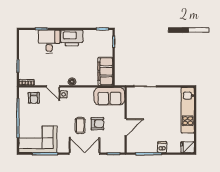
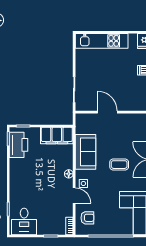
printer: (72, 38) -> (18, 145), moved
desk: (49, 42) -> (24, 221), moved, turned -90
door: (53, 86) -> (74, 196), hinge flipped
sofa: (109, 96) -> (85, 152), moved
armchair: (97, 124) -> (117, 145), removed
door: (126, 127) -> (107, 112), moved

